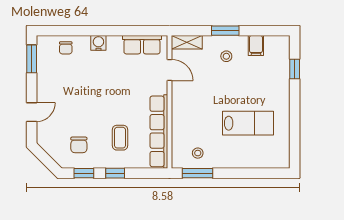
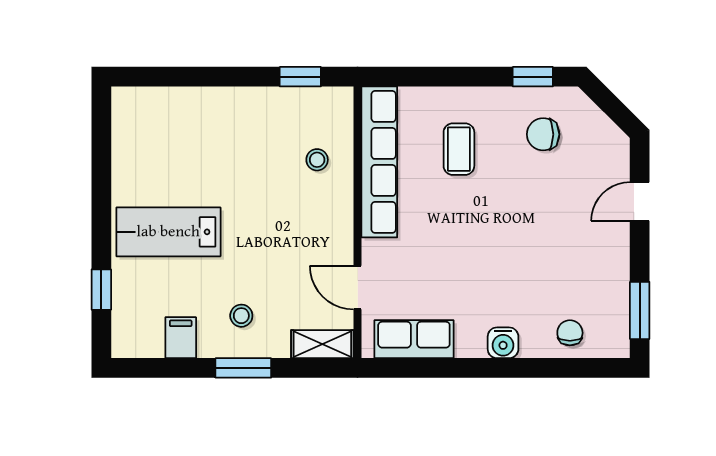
lab bench: (248, 123) -> (168, 232), moved
chair: (79, 145) -> (543, 134), turned -90
stool: (198, 153) -> (317, 160), moved
window: (115, 173) -> (469, 77), removed
window: (198, 173) -> (300, 77), width x0.67

